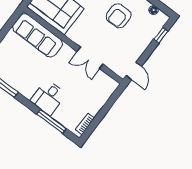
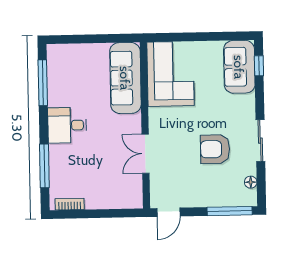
window: (161, 35) -> (230, 211), width x2.17
desk: (48, 97) -> (67, 125), moved

